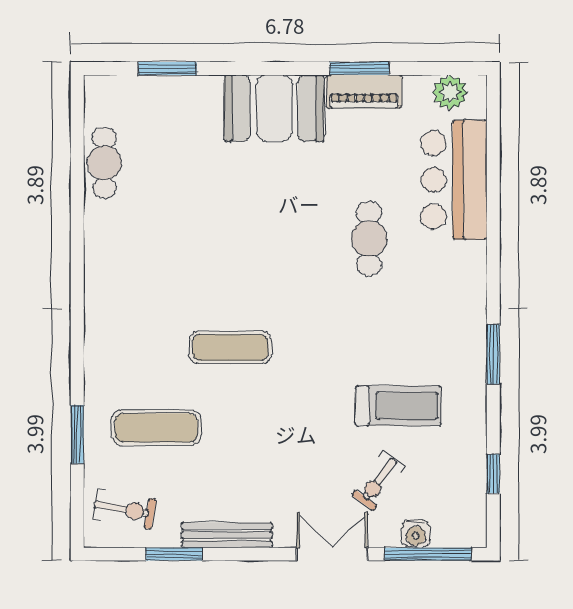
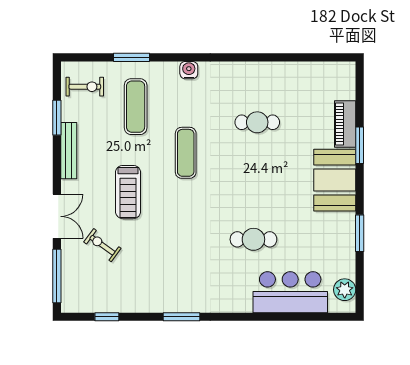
window: (167, 68) -> (360, 145), moved
piano: (364, 92) -> (345, 124), moved
cafe table: (104, 163) -> (257, 122), moved
treadmill: (398, 406) -> (128, 192), moved
exercise bike: (124, 509) -> (85, 87), turned -100
water cooler: (416, 534) -> (189, 70), moved, turned 90

